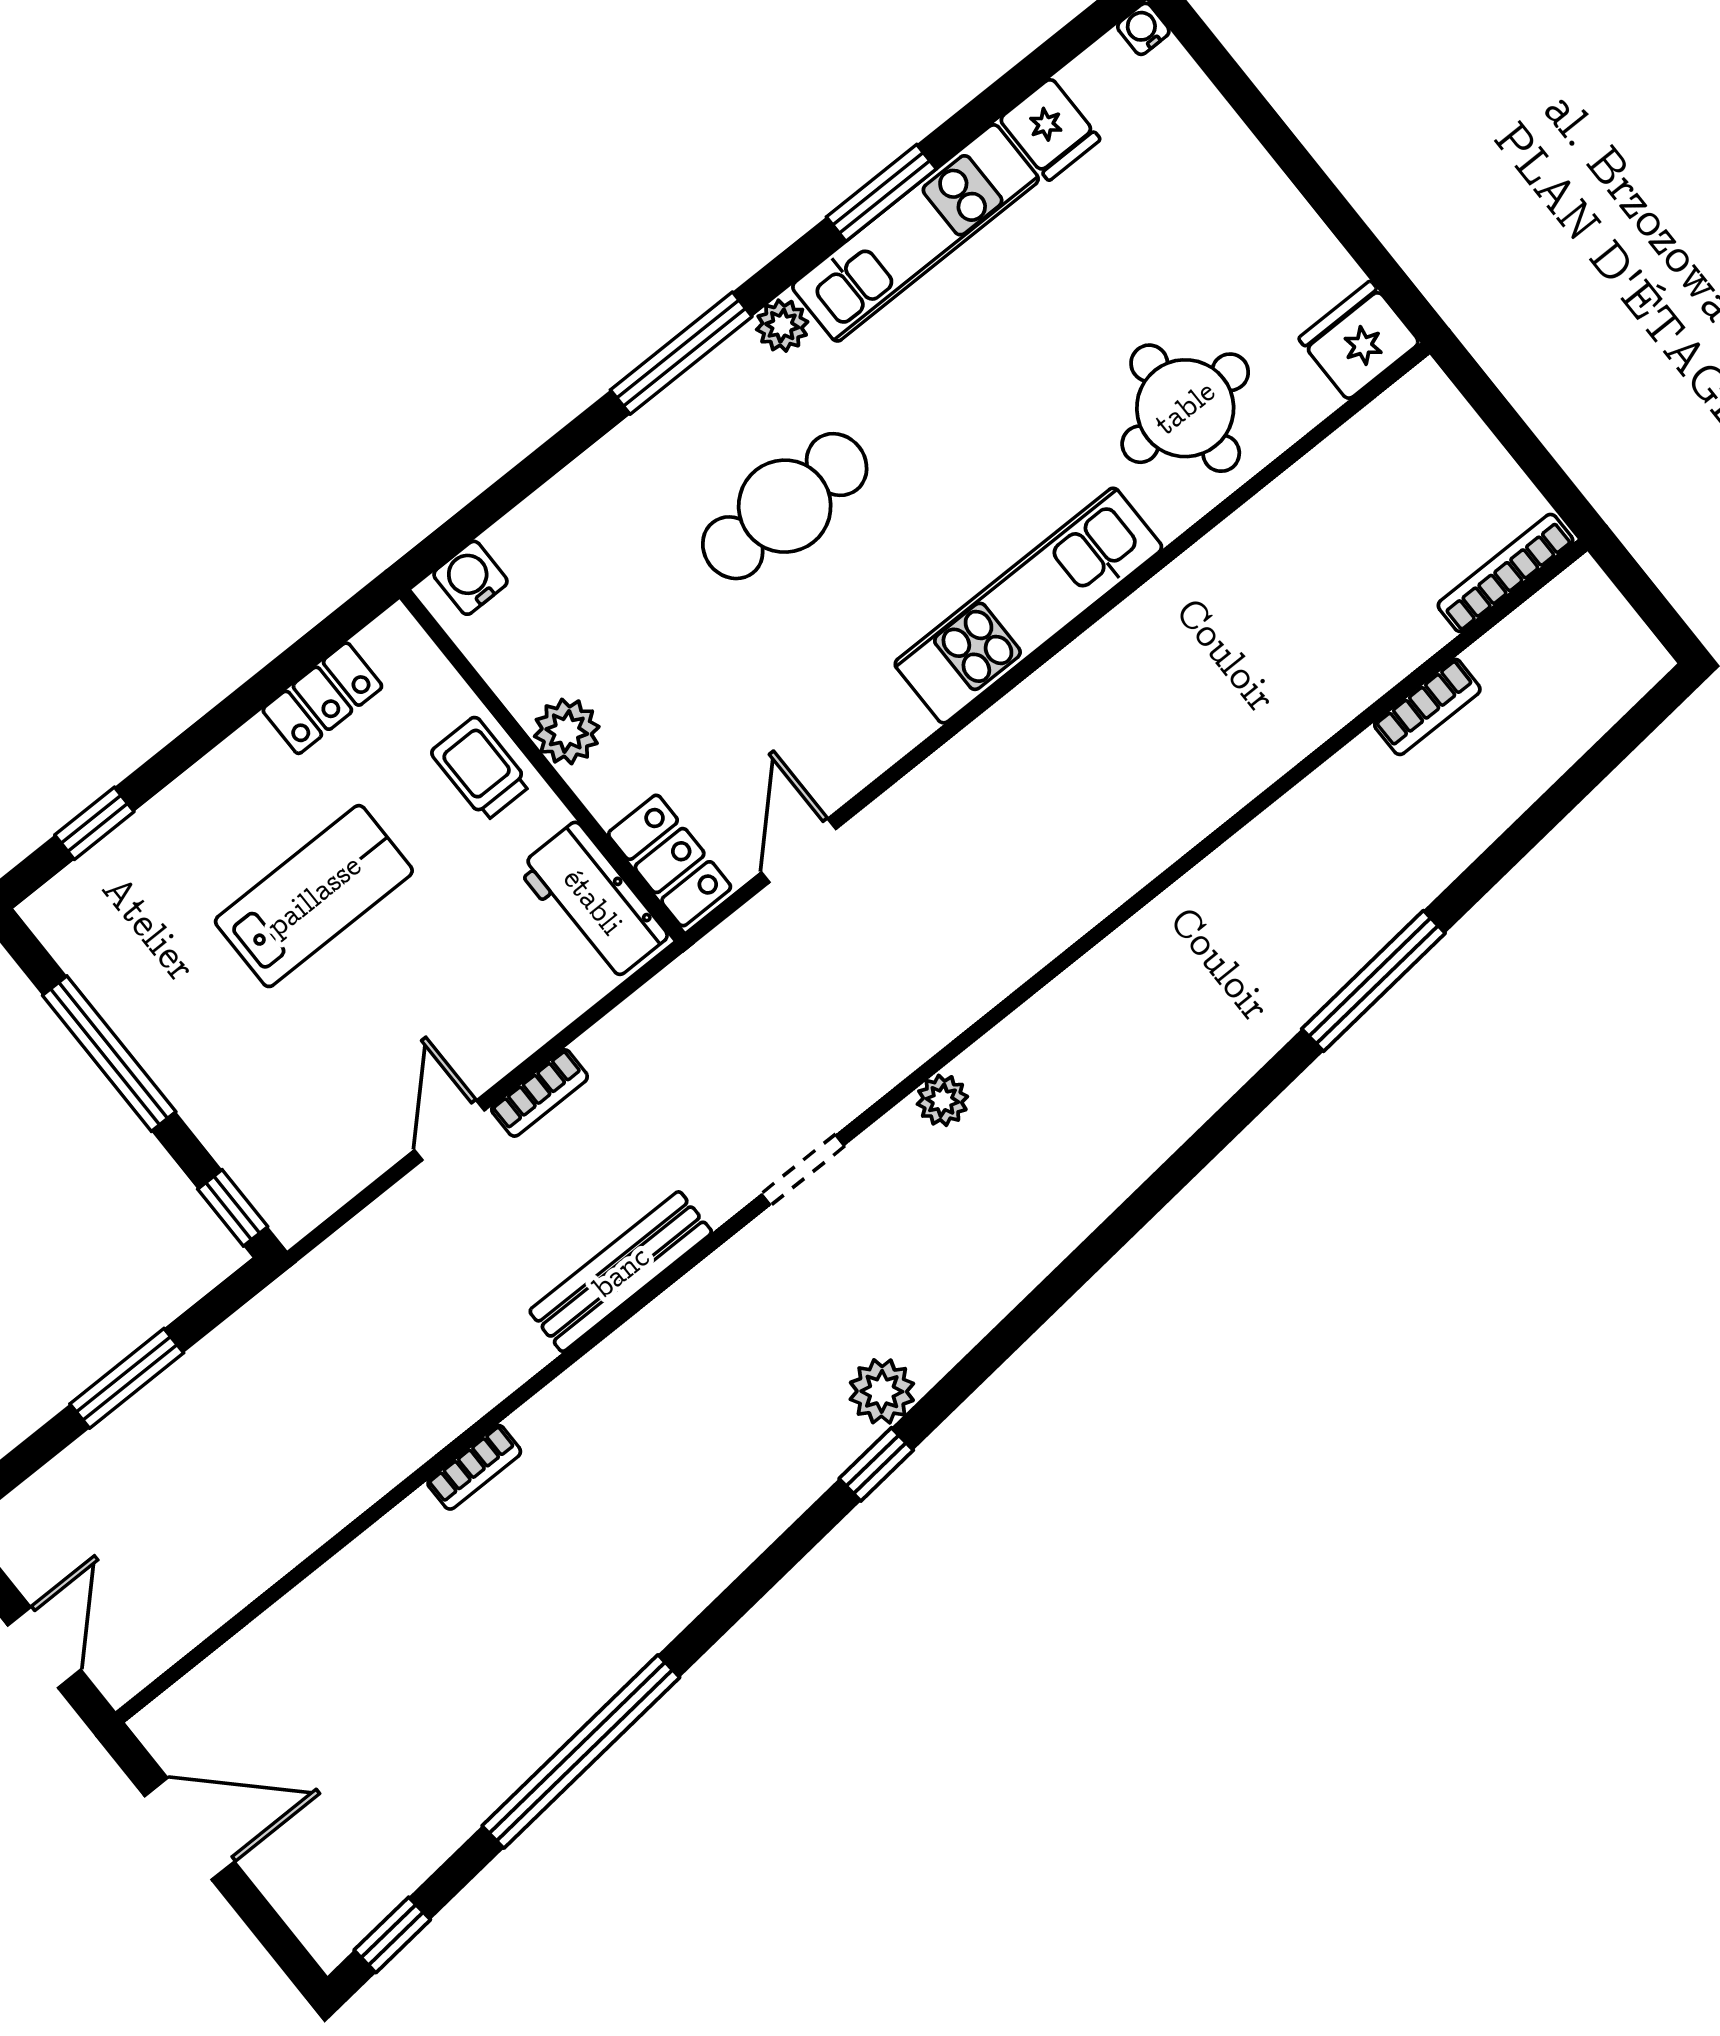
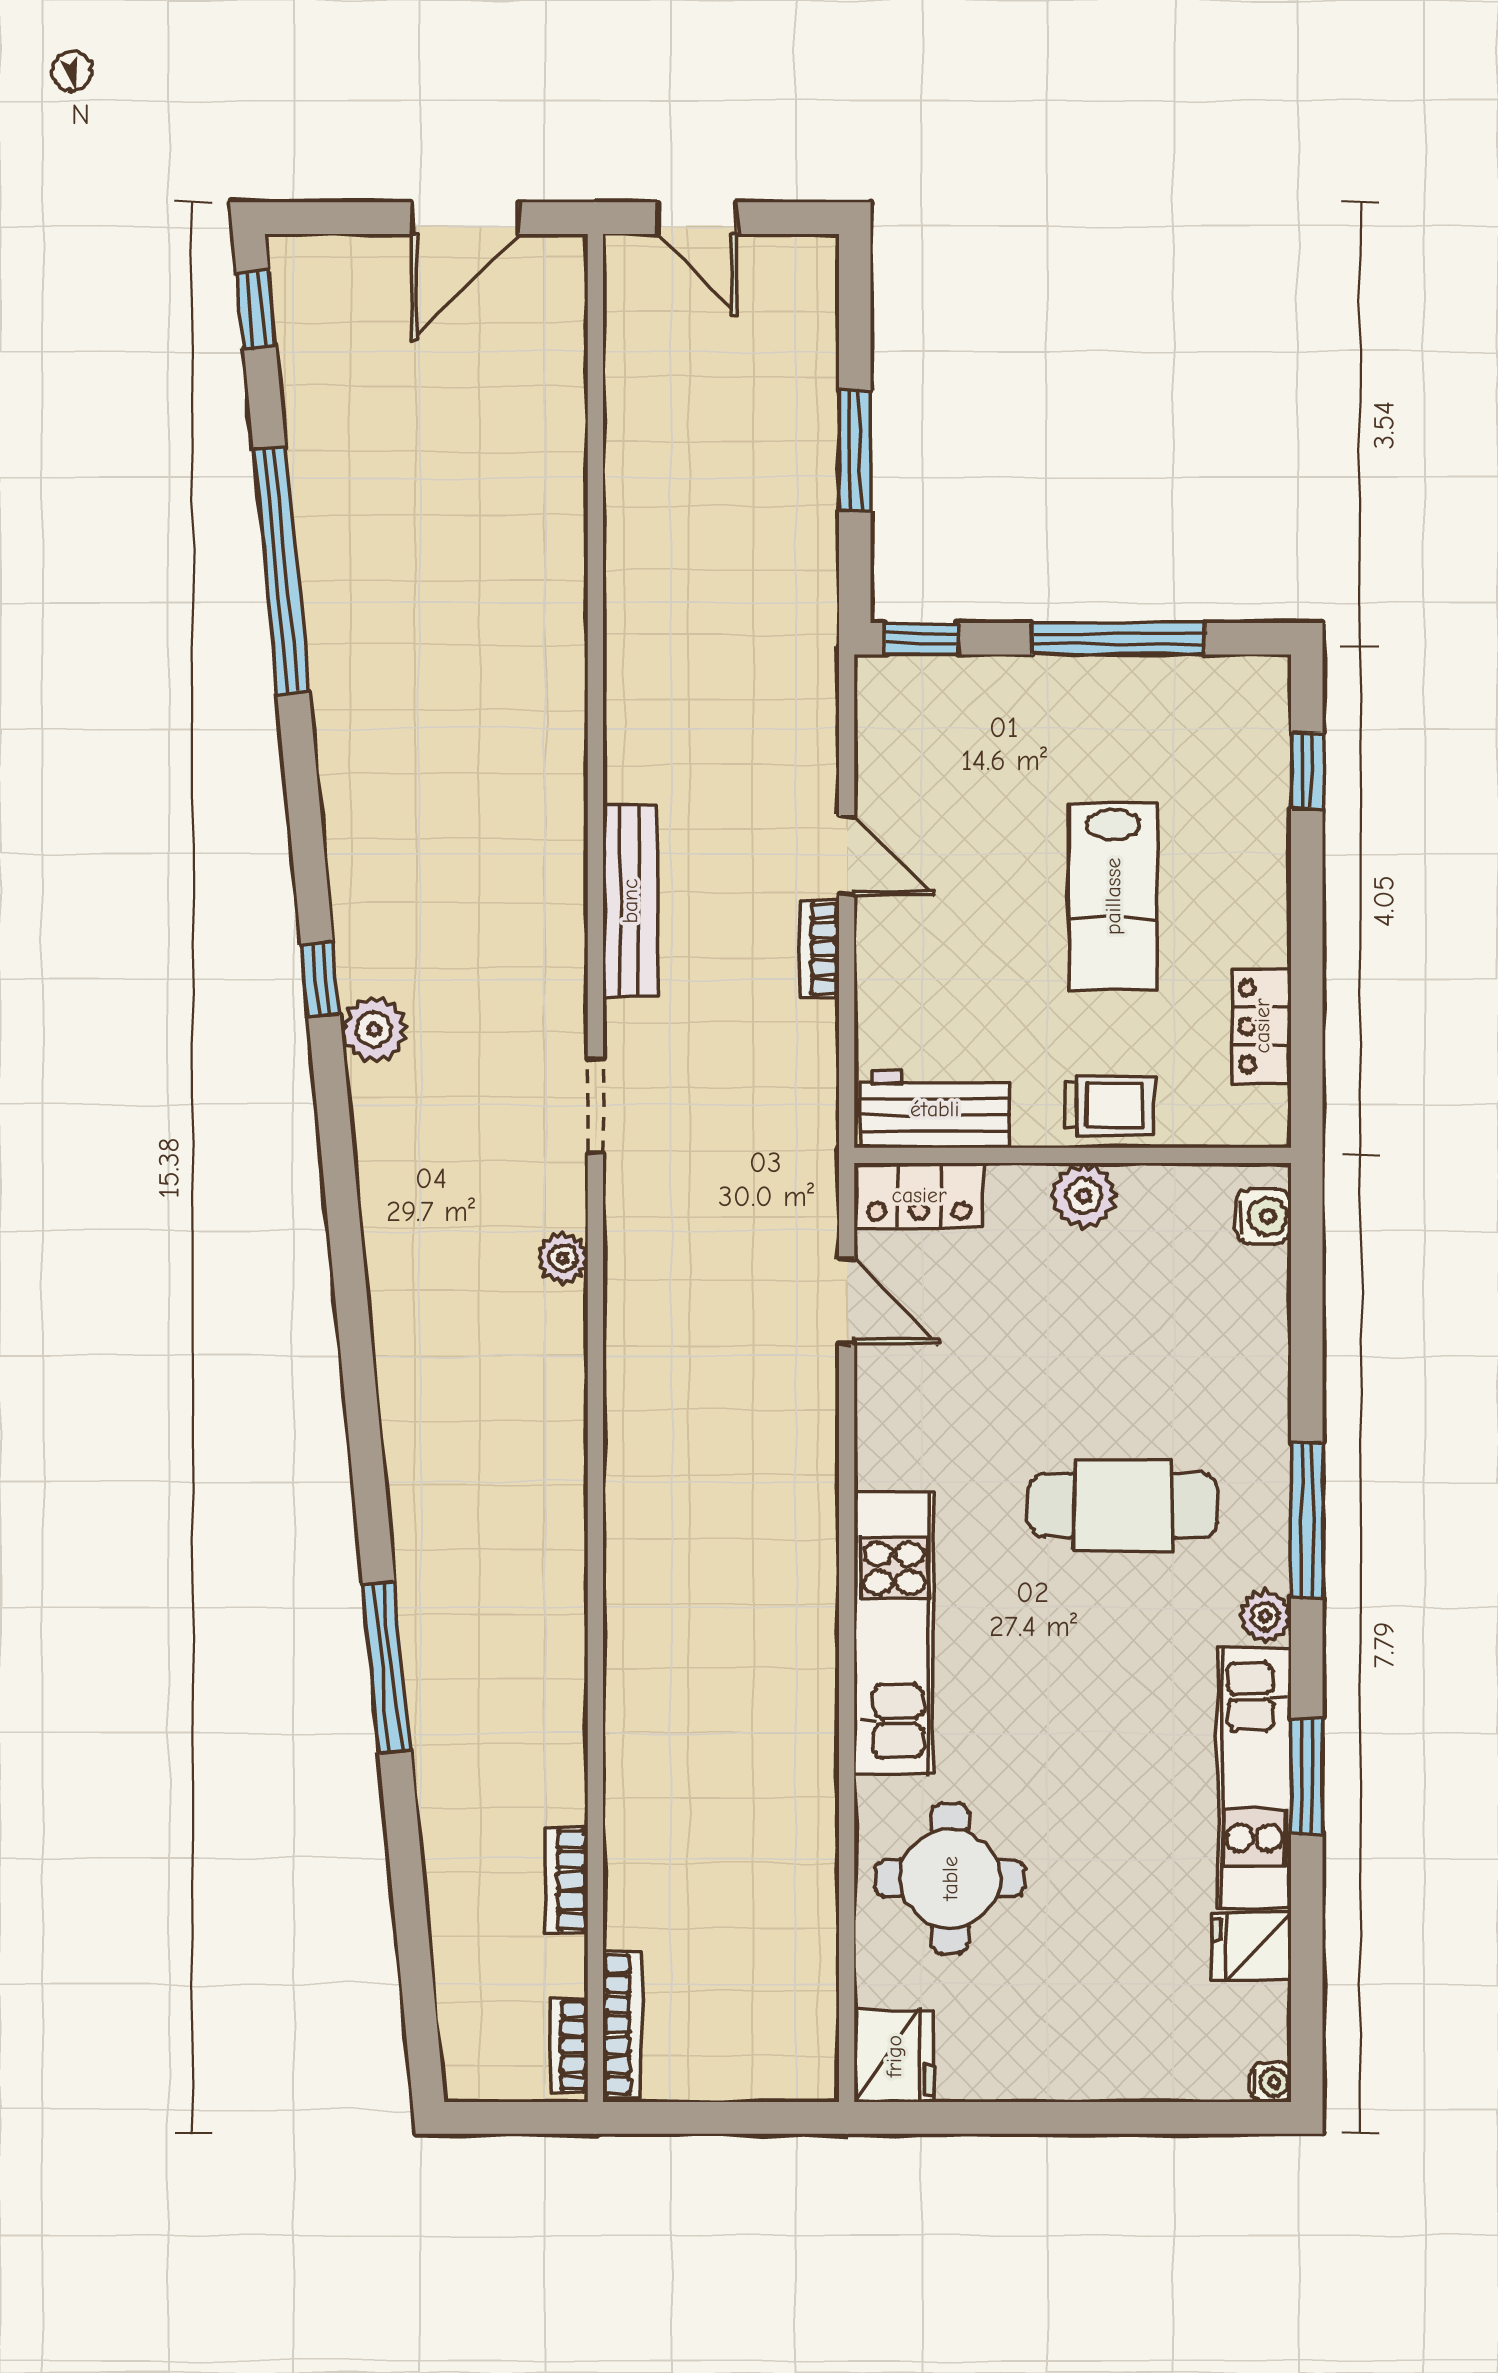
cafe table: (785, 506) -> (1123, 1506), turned 90
bookcase: (474, 1467) -> (569, 2046), moved

